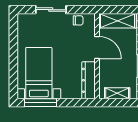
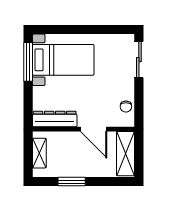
sliding door: (51, 10) -> (139, 60), moved
door: (97, 48) -> (94, 129), hinge flipped

